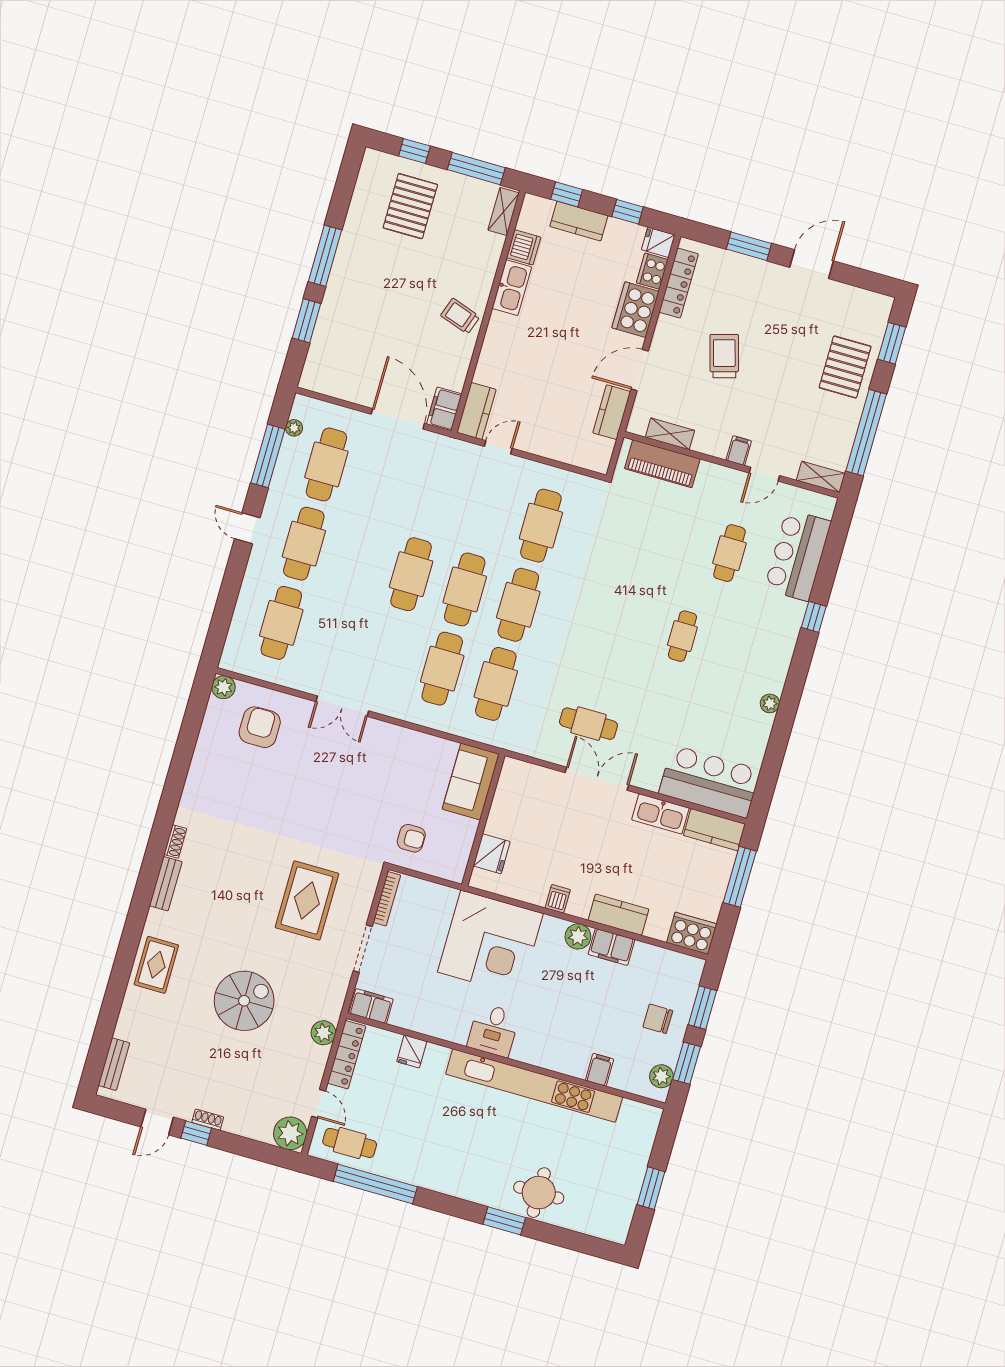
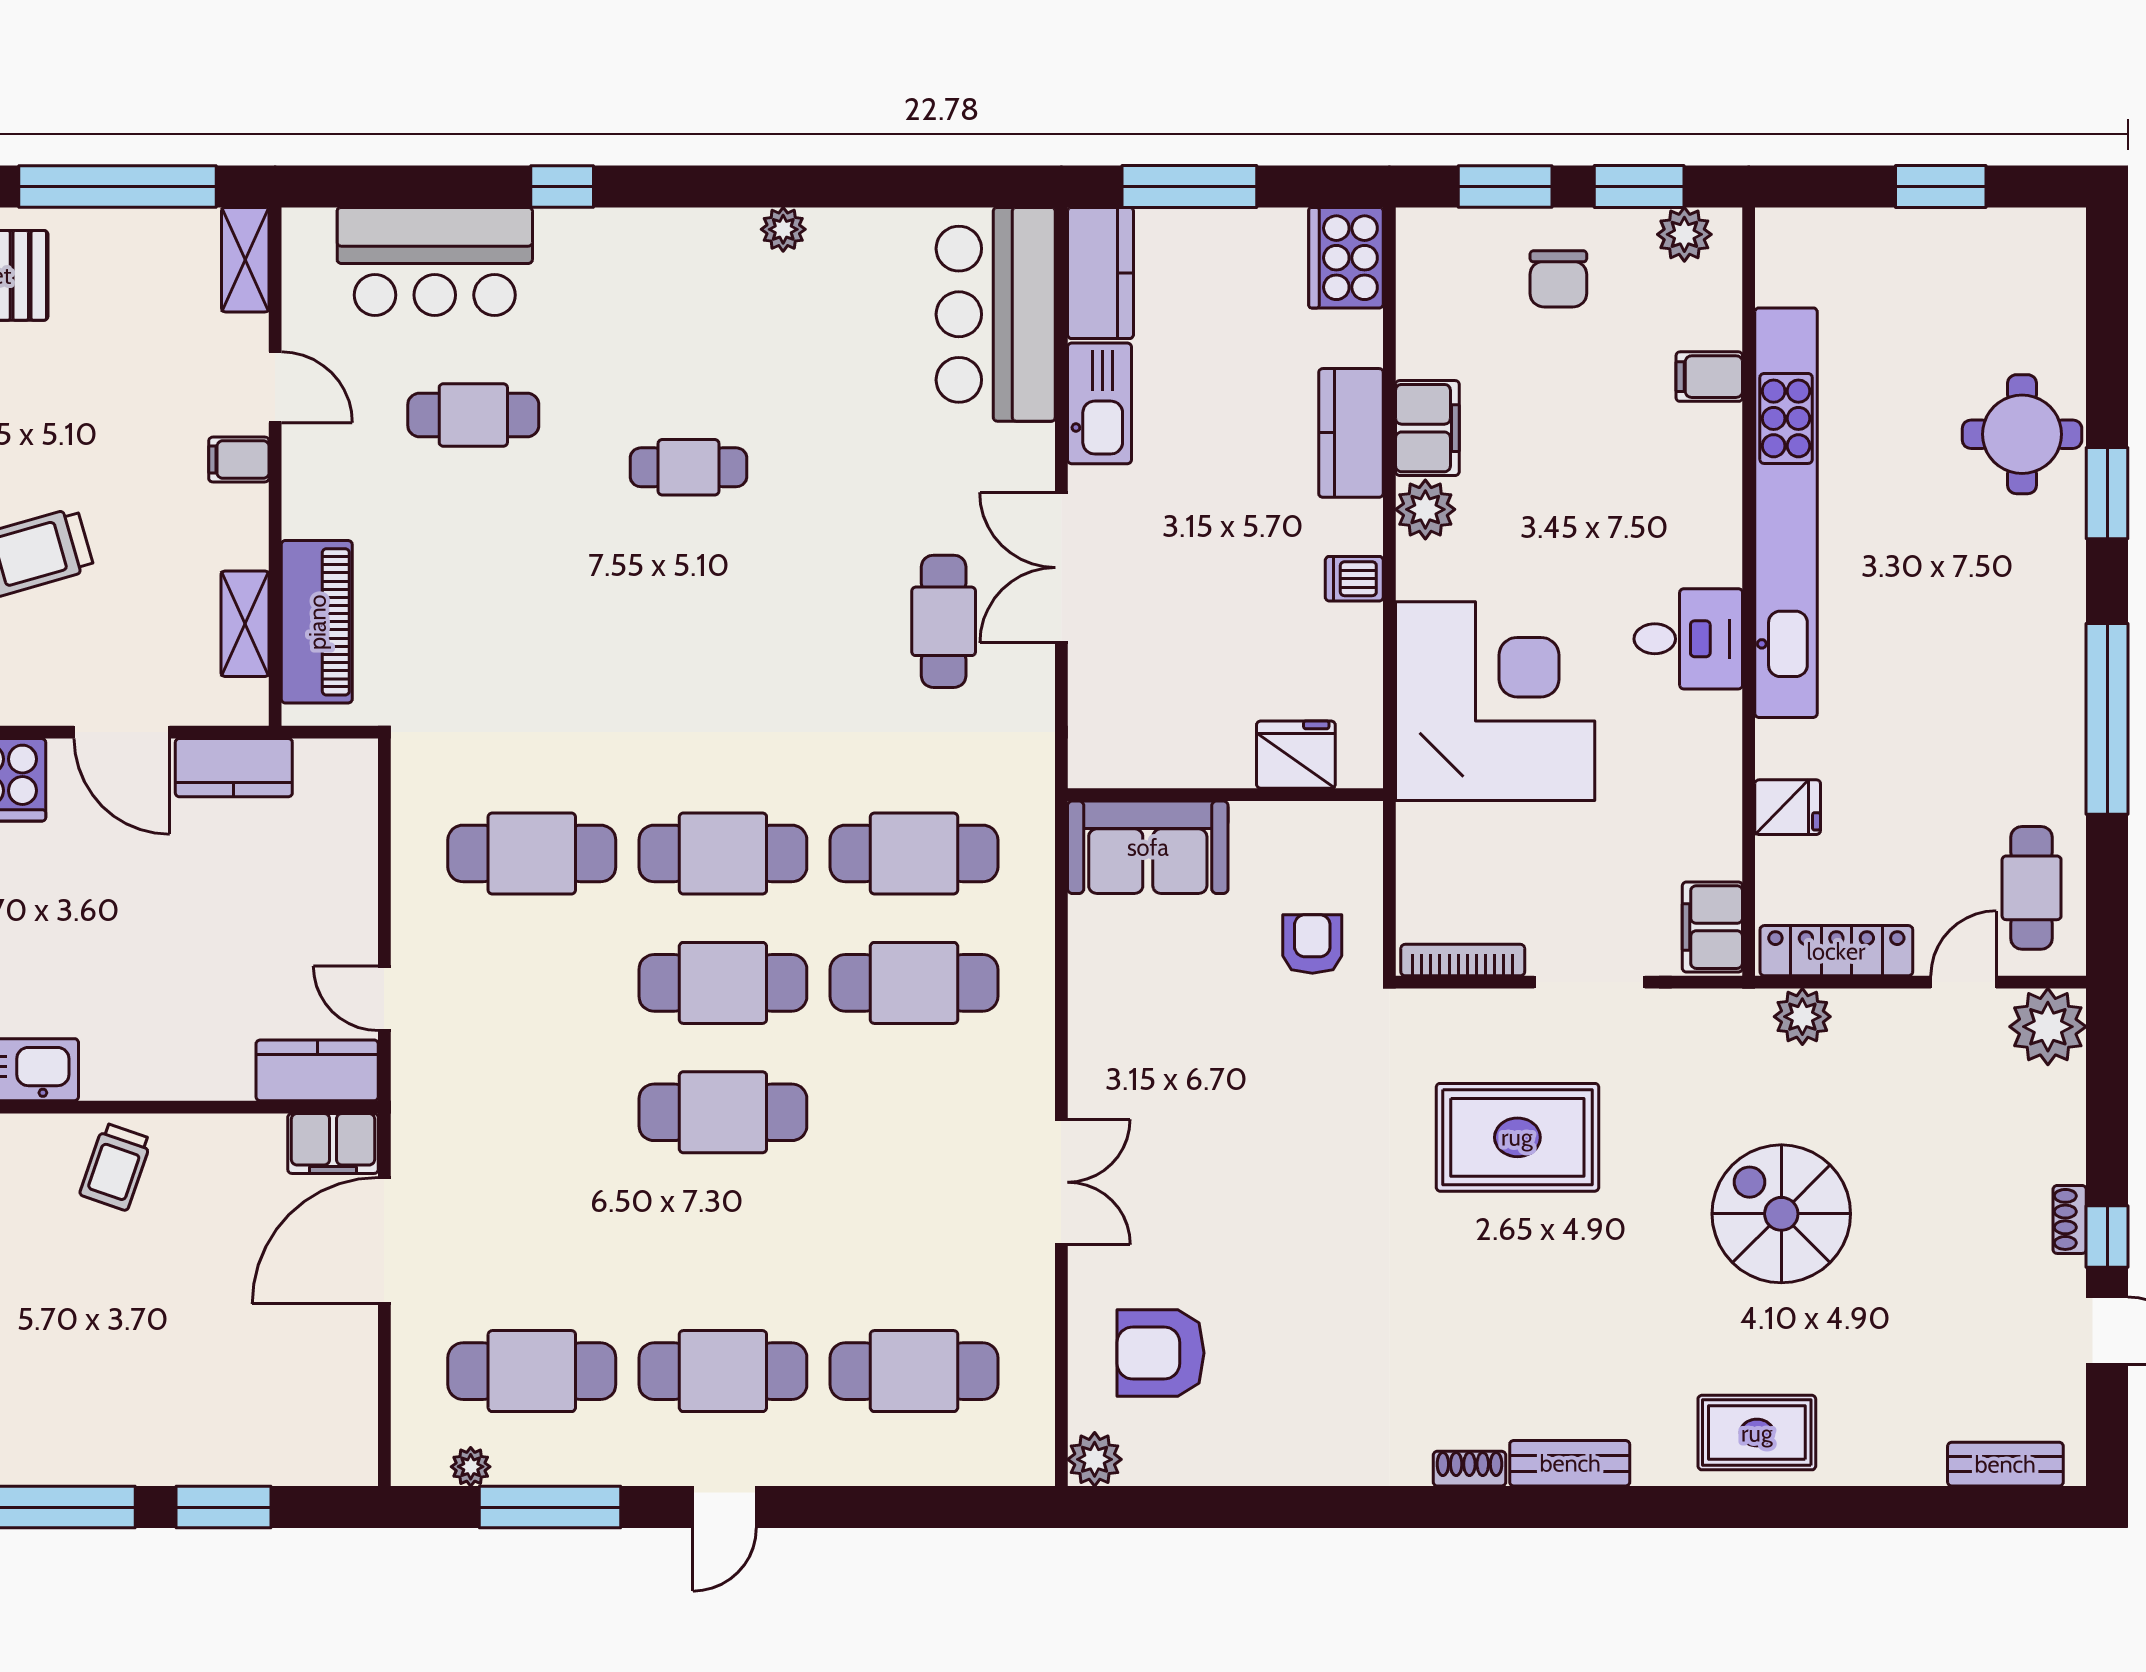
window: (375, 1184) -> (2107, 719), moved

